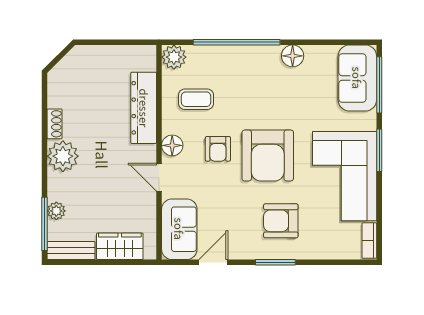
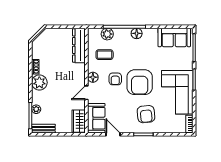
floor lamp: (293, 56) -> (137, 33), moved
plant: (174, 57) -> (107, 34), moved
sofa: (357, 78) -> (174, 37), moved, turned -90
dresser: (144, 108) -> (79, 45), moved
door: (159, 177) -> (86, 93), hinge flipped
armchair: (281, 221) -> (146, 114), turned -95
wardrobe: (120, 246) -> (79, 121), moved, turned -90
door: (213, 262) -> (113, 134), hinge flipped

